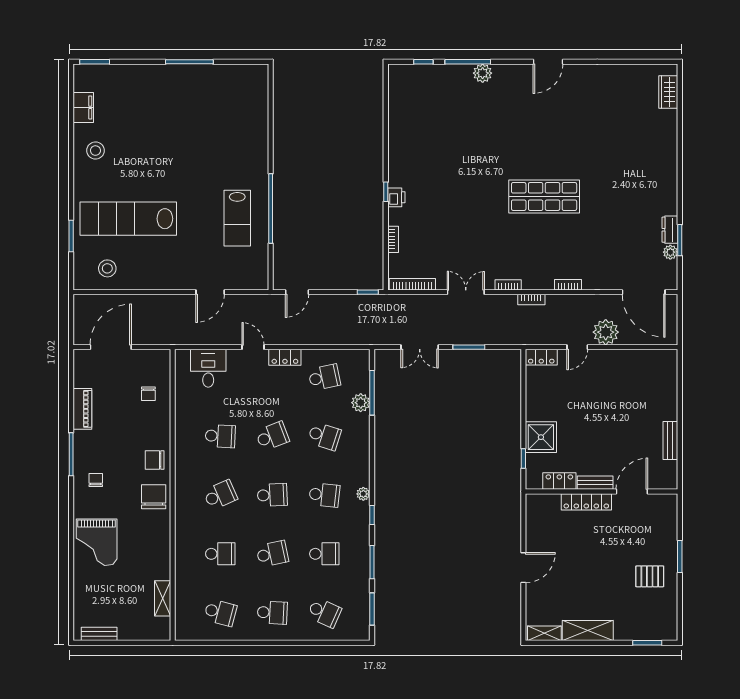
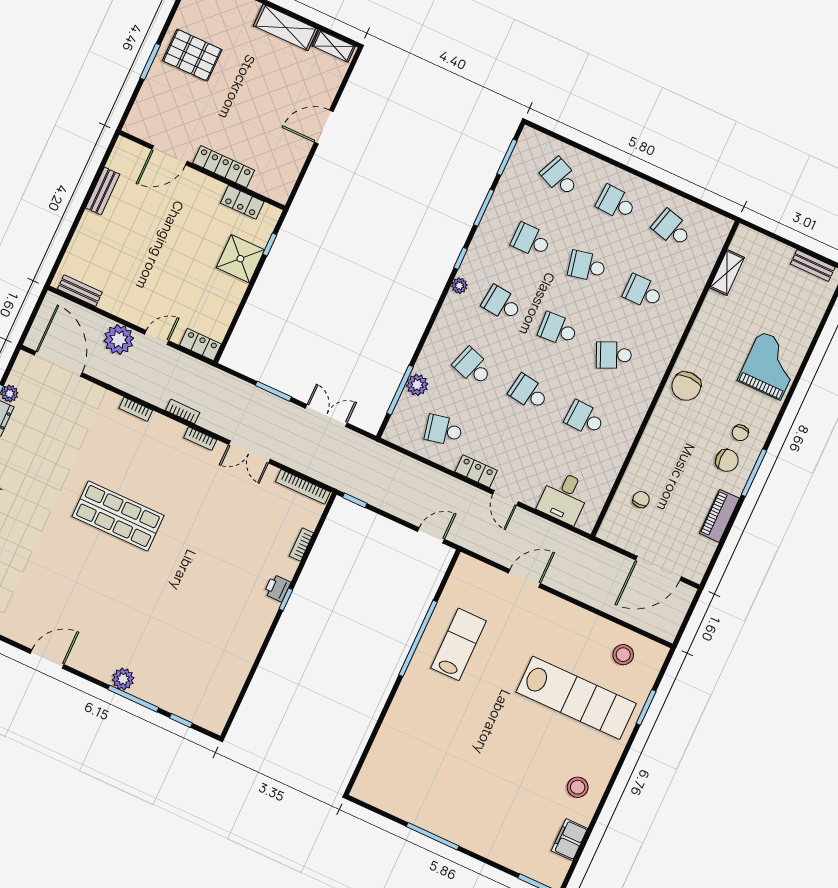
school desk: (272, 436) -> (529, 393), turned 30
chair: (155, 460) -> (727, 460), moved
bench: (595, 483) -> (80, 291), moved
pallet: (650, 576) -> (192, 55), width x1.50, depth x1.42

